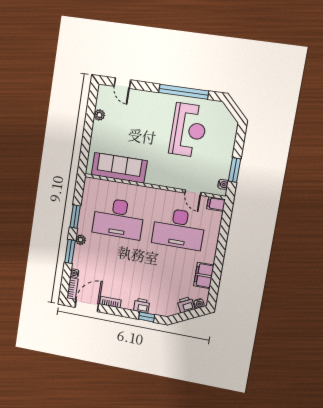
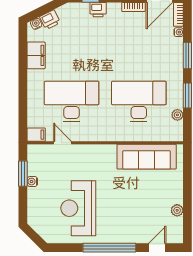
door: (122, 83) -> (157, 248), hinge flipped
window: (184, 92) -> (109, 248), moved
water cooler: (223, 184) -> (32, 182), moved
plant: (81, 240) -> (177, 115), moved

